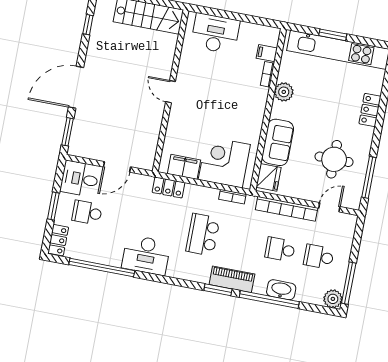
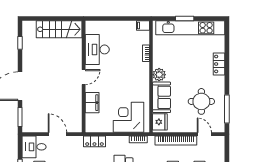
desk: (215, 33) -> (97, 49), moved, turned -90
filing cabinet: (267, 53) -> (143, 26), moved
door: (170, 92) -> (84, 77), swing flipped
plant: (284, 92) -> (159, 75), moved
door: (117, 167) -> (57, 134), swing flipped
filing cabinet: (184, 167) -> (92, 103), moved, turned 90
door: (329, 207) -> (204, 134), hinge flipped

